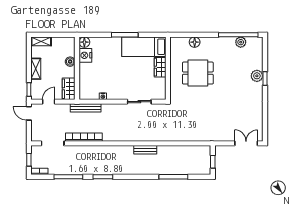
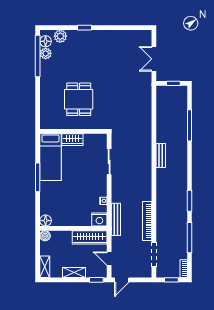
floor lamp: (195, 42) -> (46, 41), moved
nightstand: (85, 55) -> (99, 220), moved
boiler: (70, 62) -> (45, 236), moved
plant: (257, 76) -> (60, 36), moved
wardrobe: (69, 89) -> (90, 237), width x1.50
double door: (246, 143) -> (154, 59), moved

